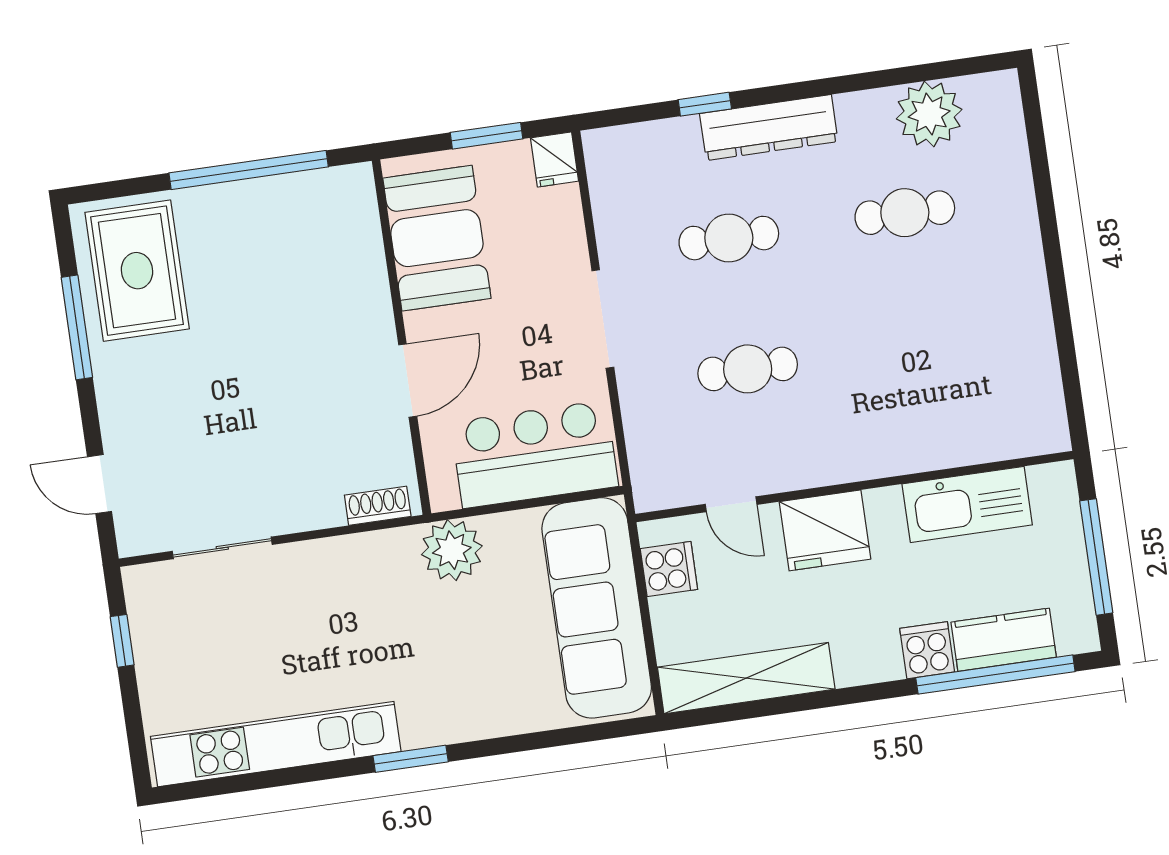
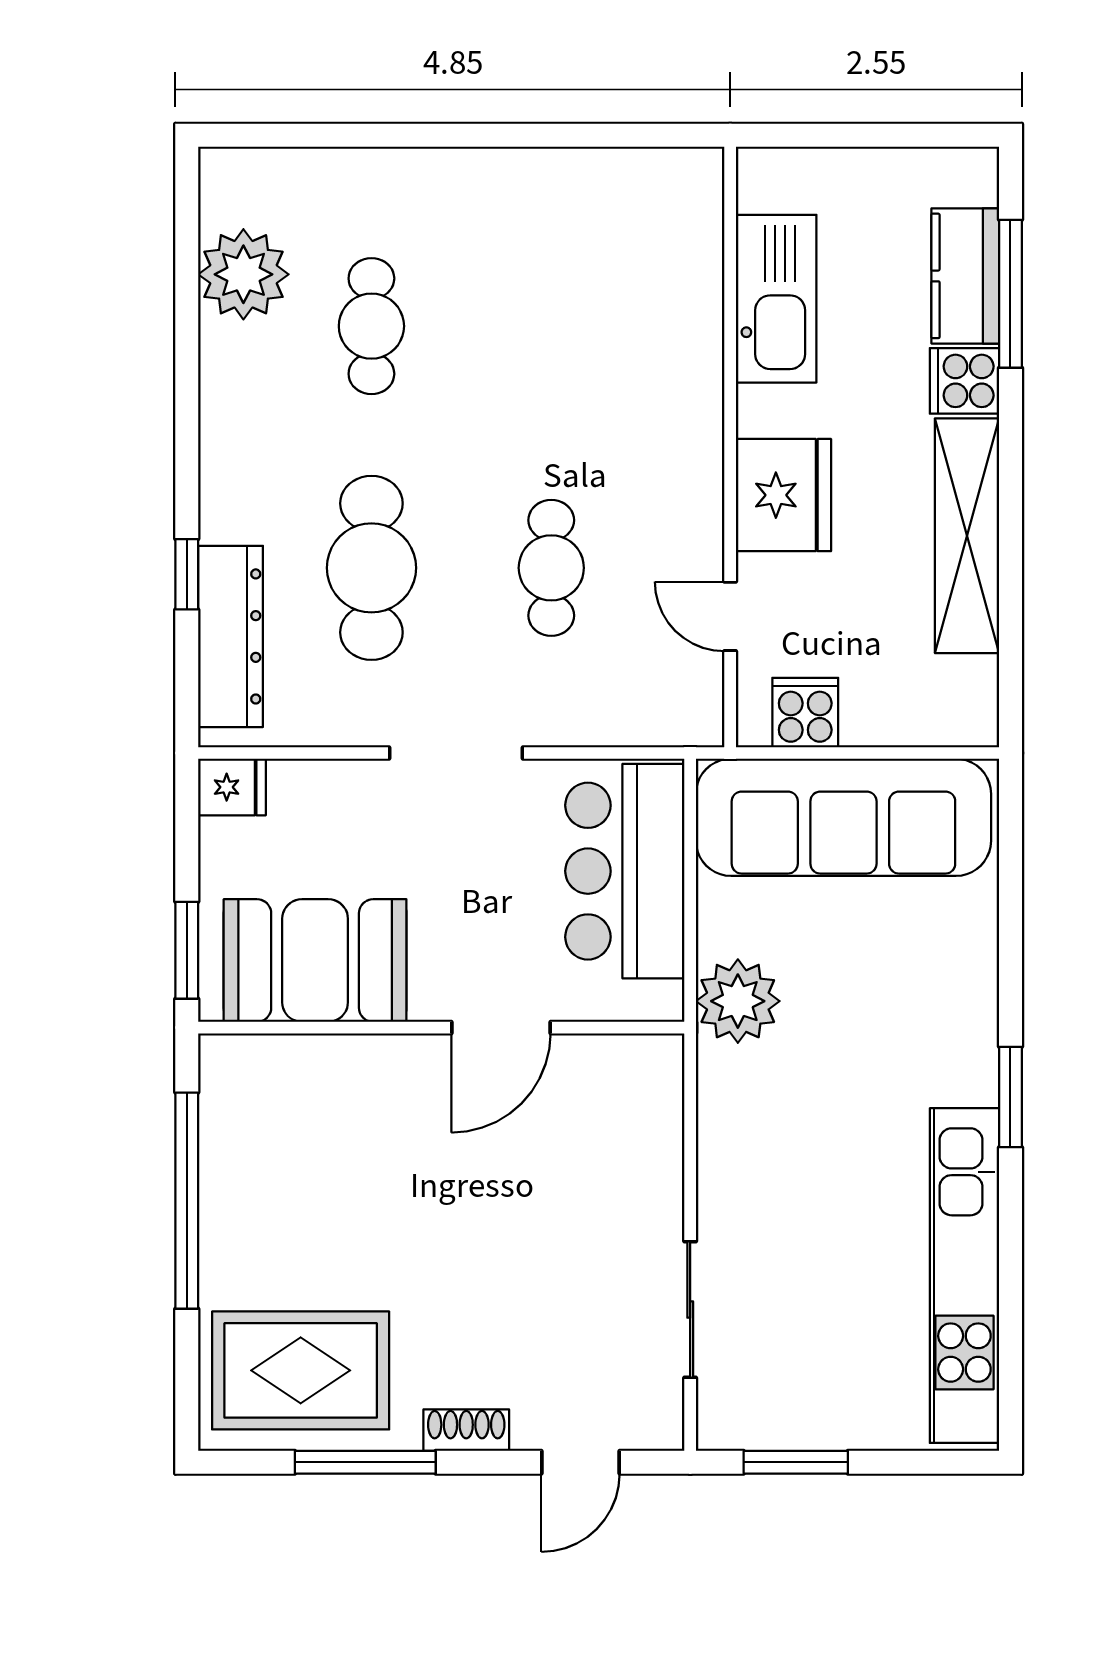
dresser: (769, 128) -> (231, 636), moved
window: (487, 136) -> (187, 950), moved
cafe table: (729, 238) -> (371, 568), width x1.37, depth x1.35
door: (408, 381) -> (501, 1028), swing flipped
door: (731, 504) -> (730, 616), swing flipped
shoe rack: (378, 506) -> (466, 1430), moved, turned 90
window: (1096, 557) -> (872, 135), removed
window: (122, 641) -> (796, 1462), width x1.50
window: (995, 675) -> (1010, 294), width x0.68
shelving: (746, 678) -> (967, 536), moved

